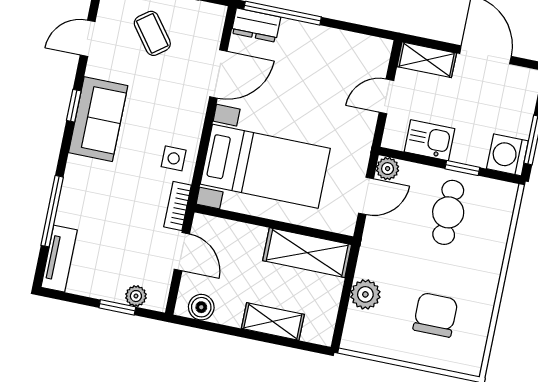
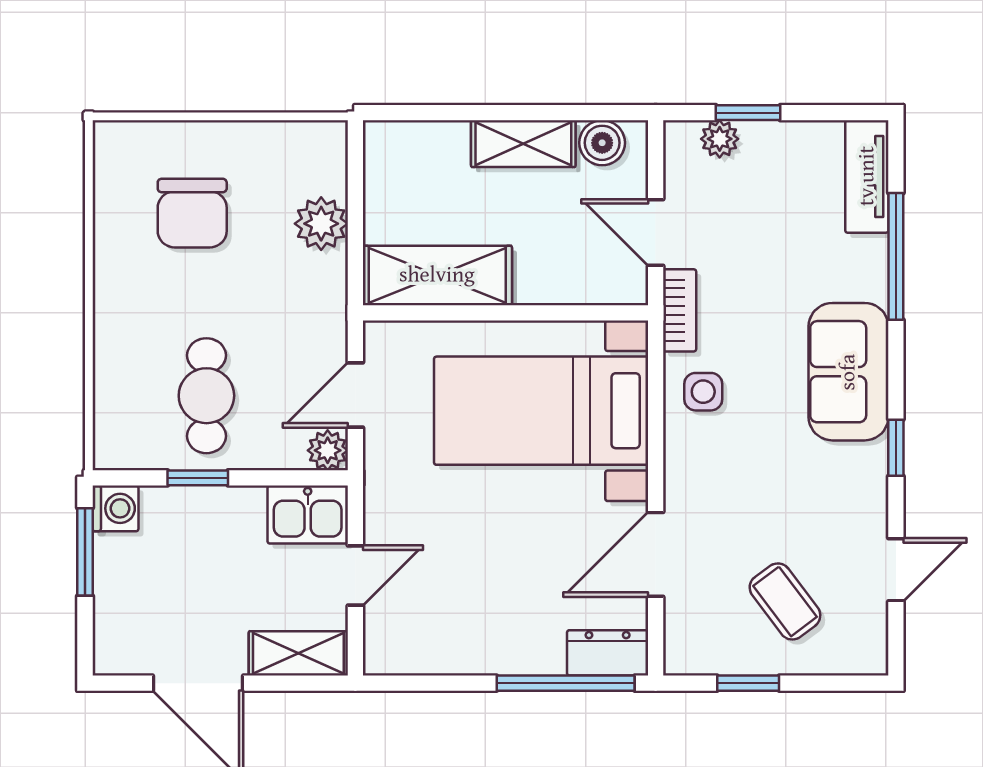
sofa: (98, 119) -> (848, 372), moved
kitchen sink: (430, 140) -> (308, 515), moved
washing machine: (507, 155) -> (115, 508), width x0.73, depth x0.73
shelving: (273, 321) -> (523, 144), moved

